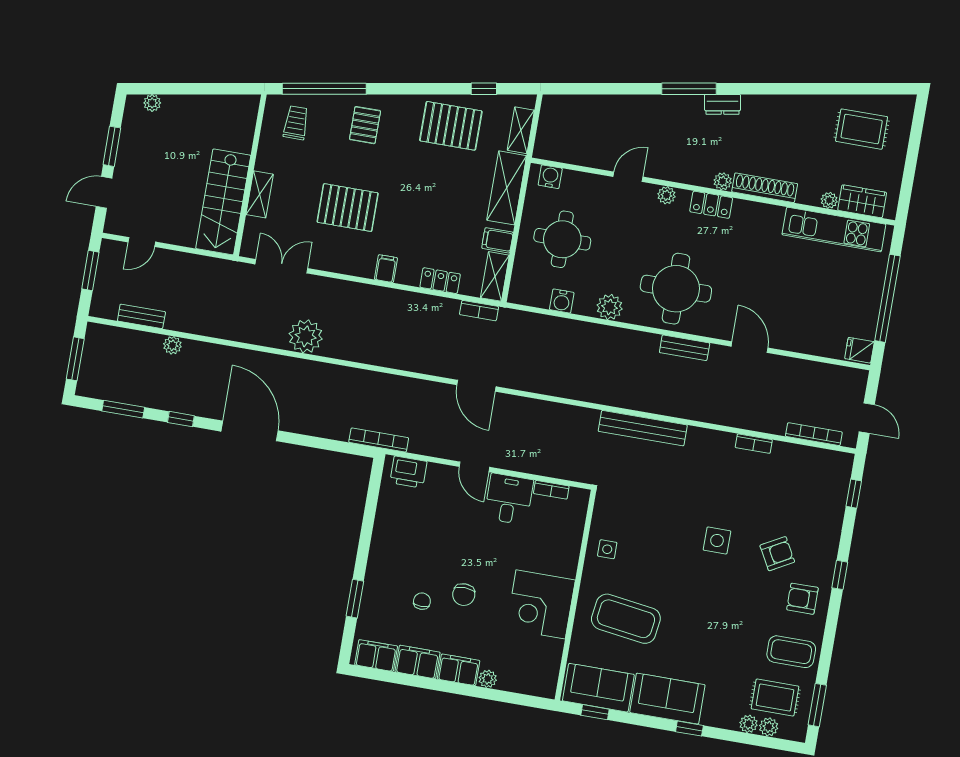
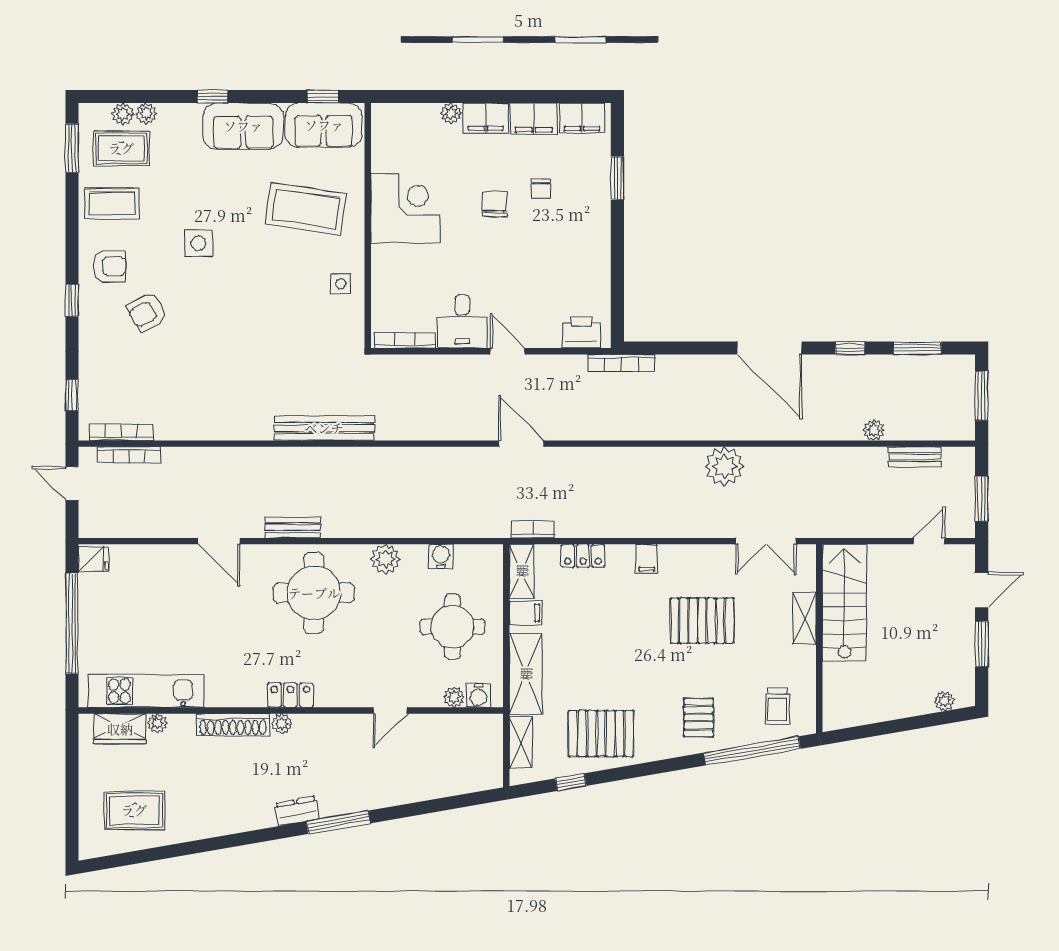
plant: (666, 195) -> (454, 697), moved
bookcase: (754, 444) -> (121, 432), moved, width x1.56
bookcase: (551, 490) -> (405, 340), width x1.56
side table: (717, 540) -> (198, 243), moved

